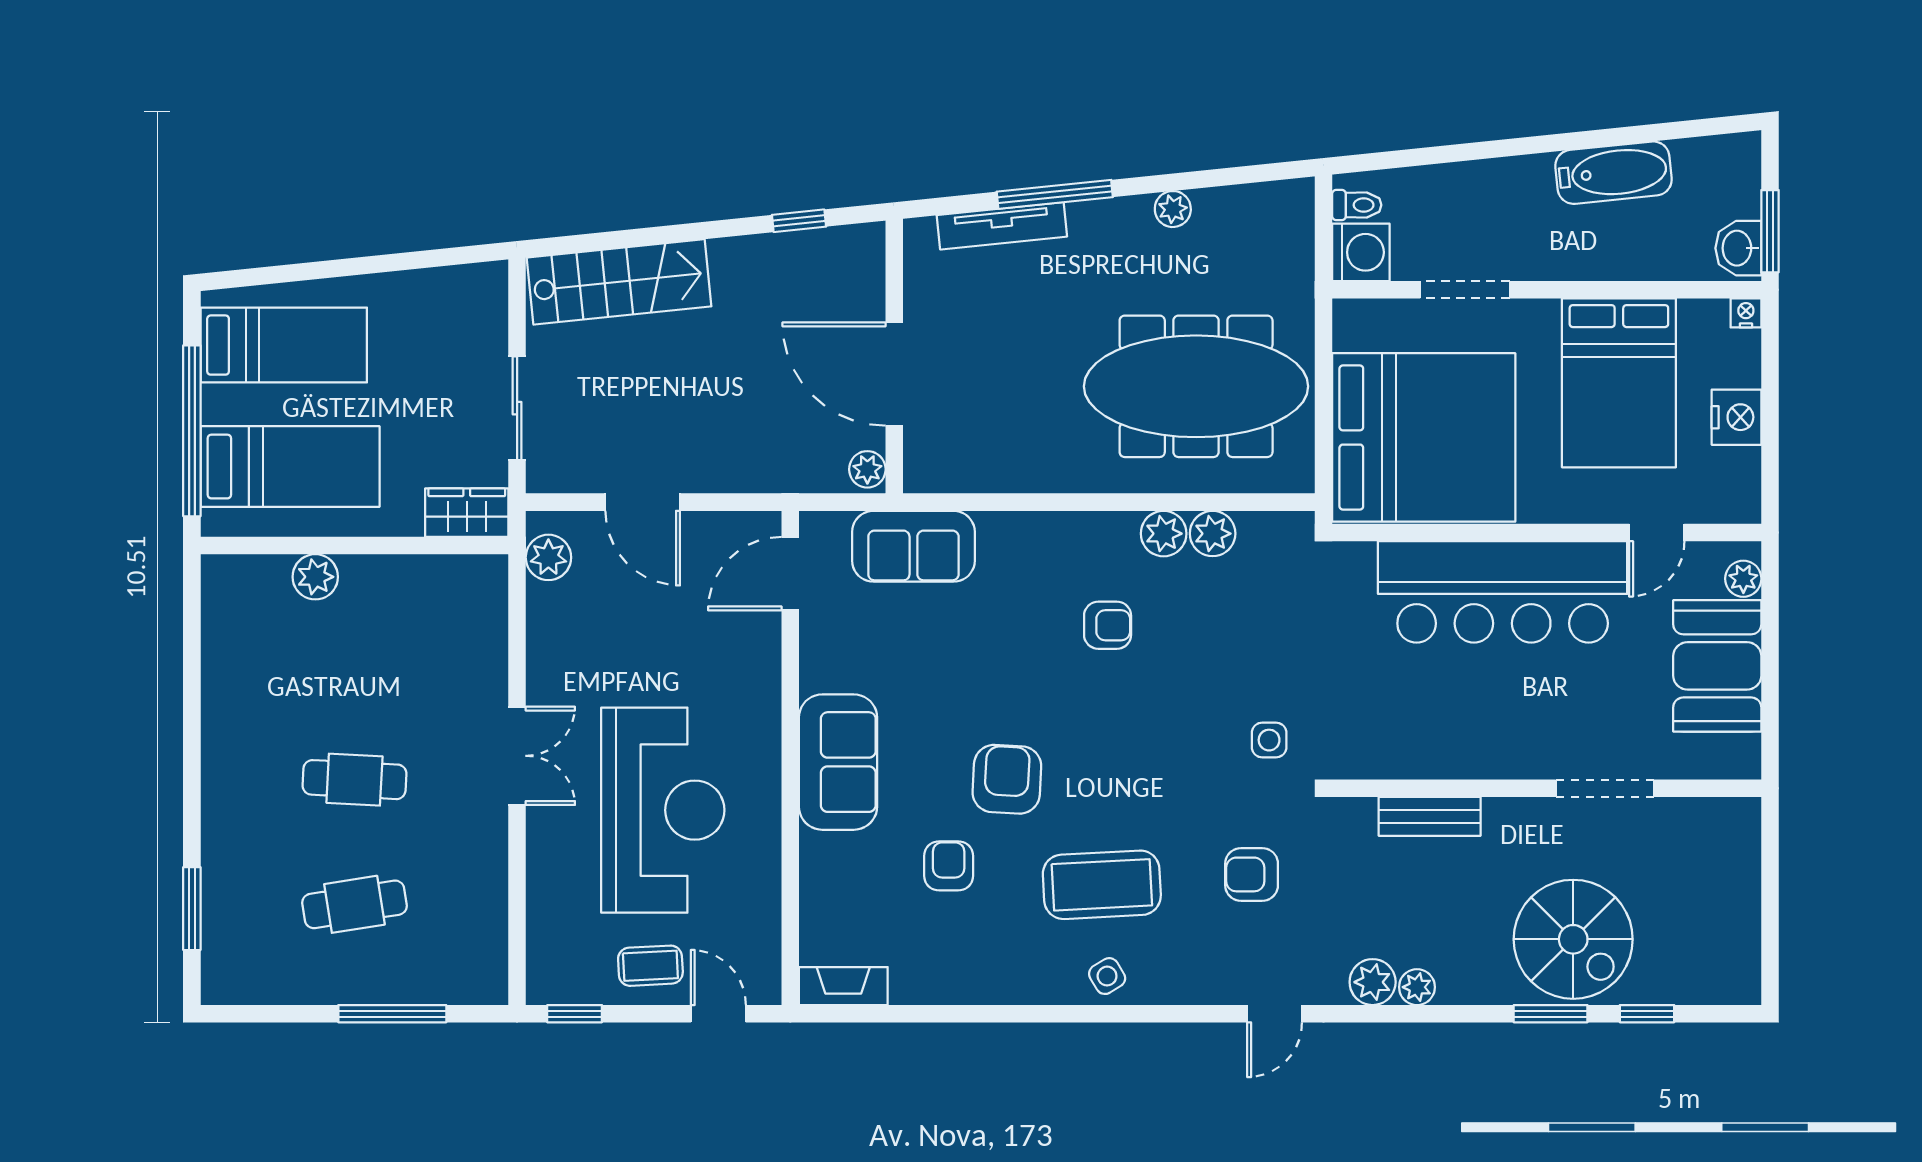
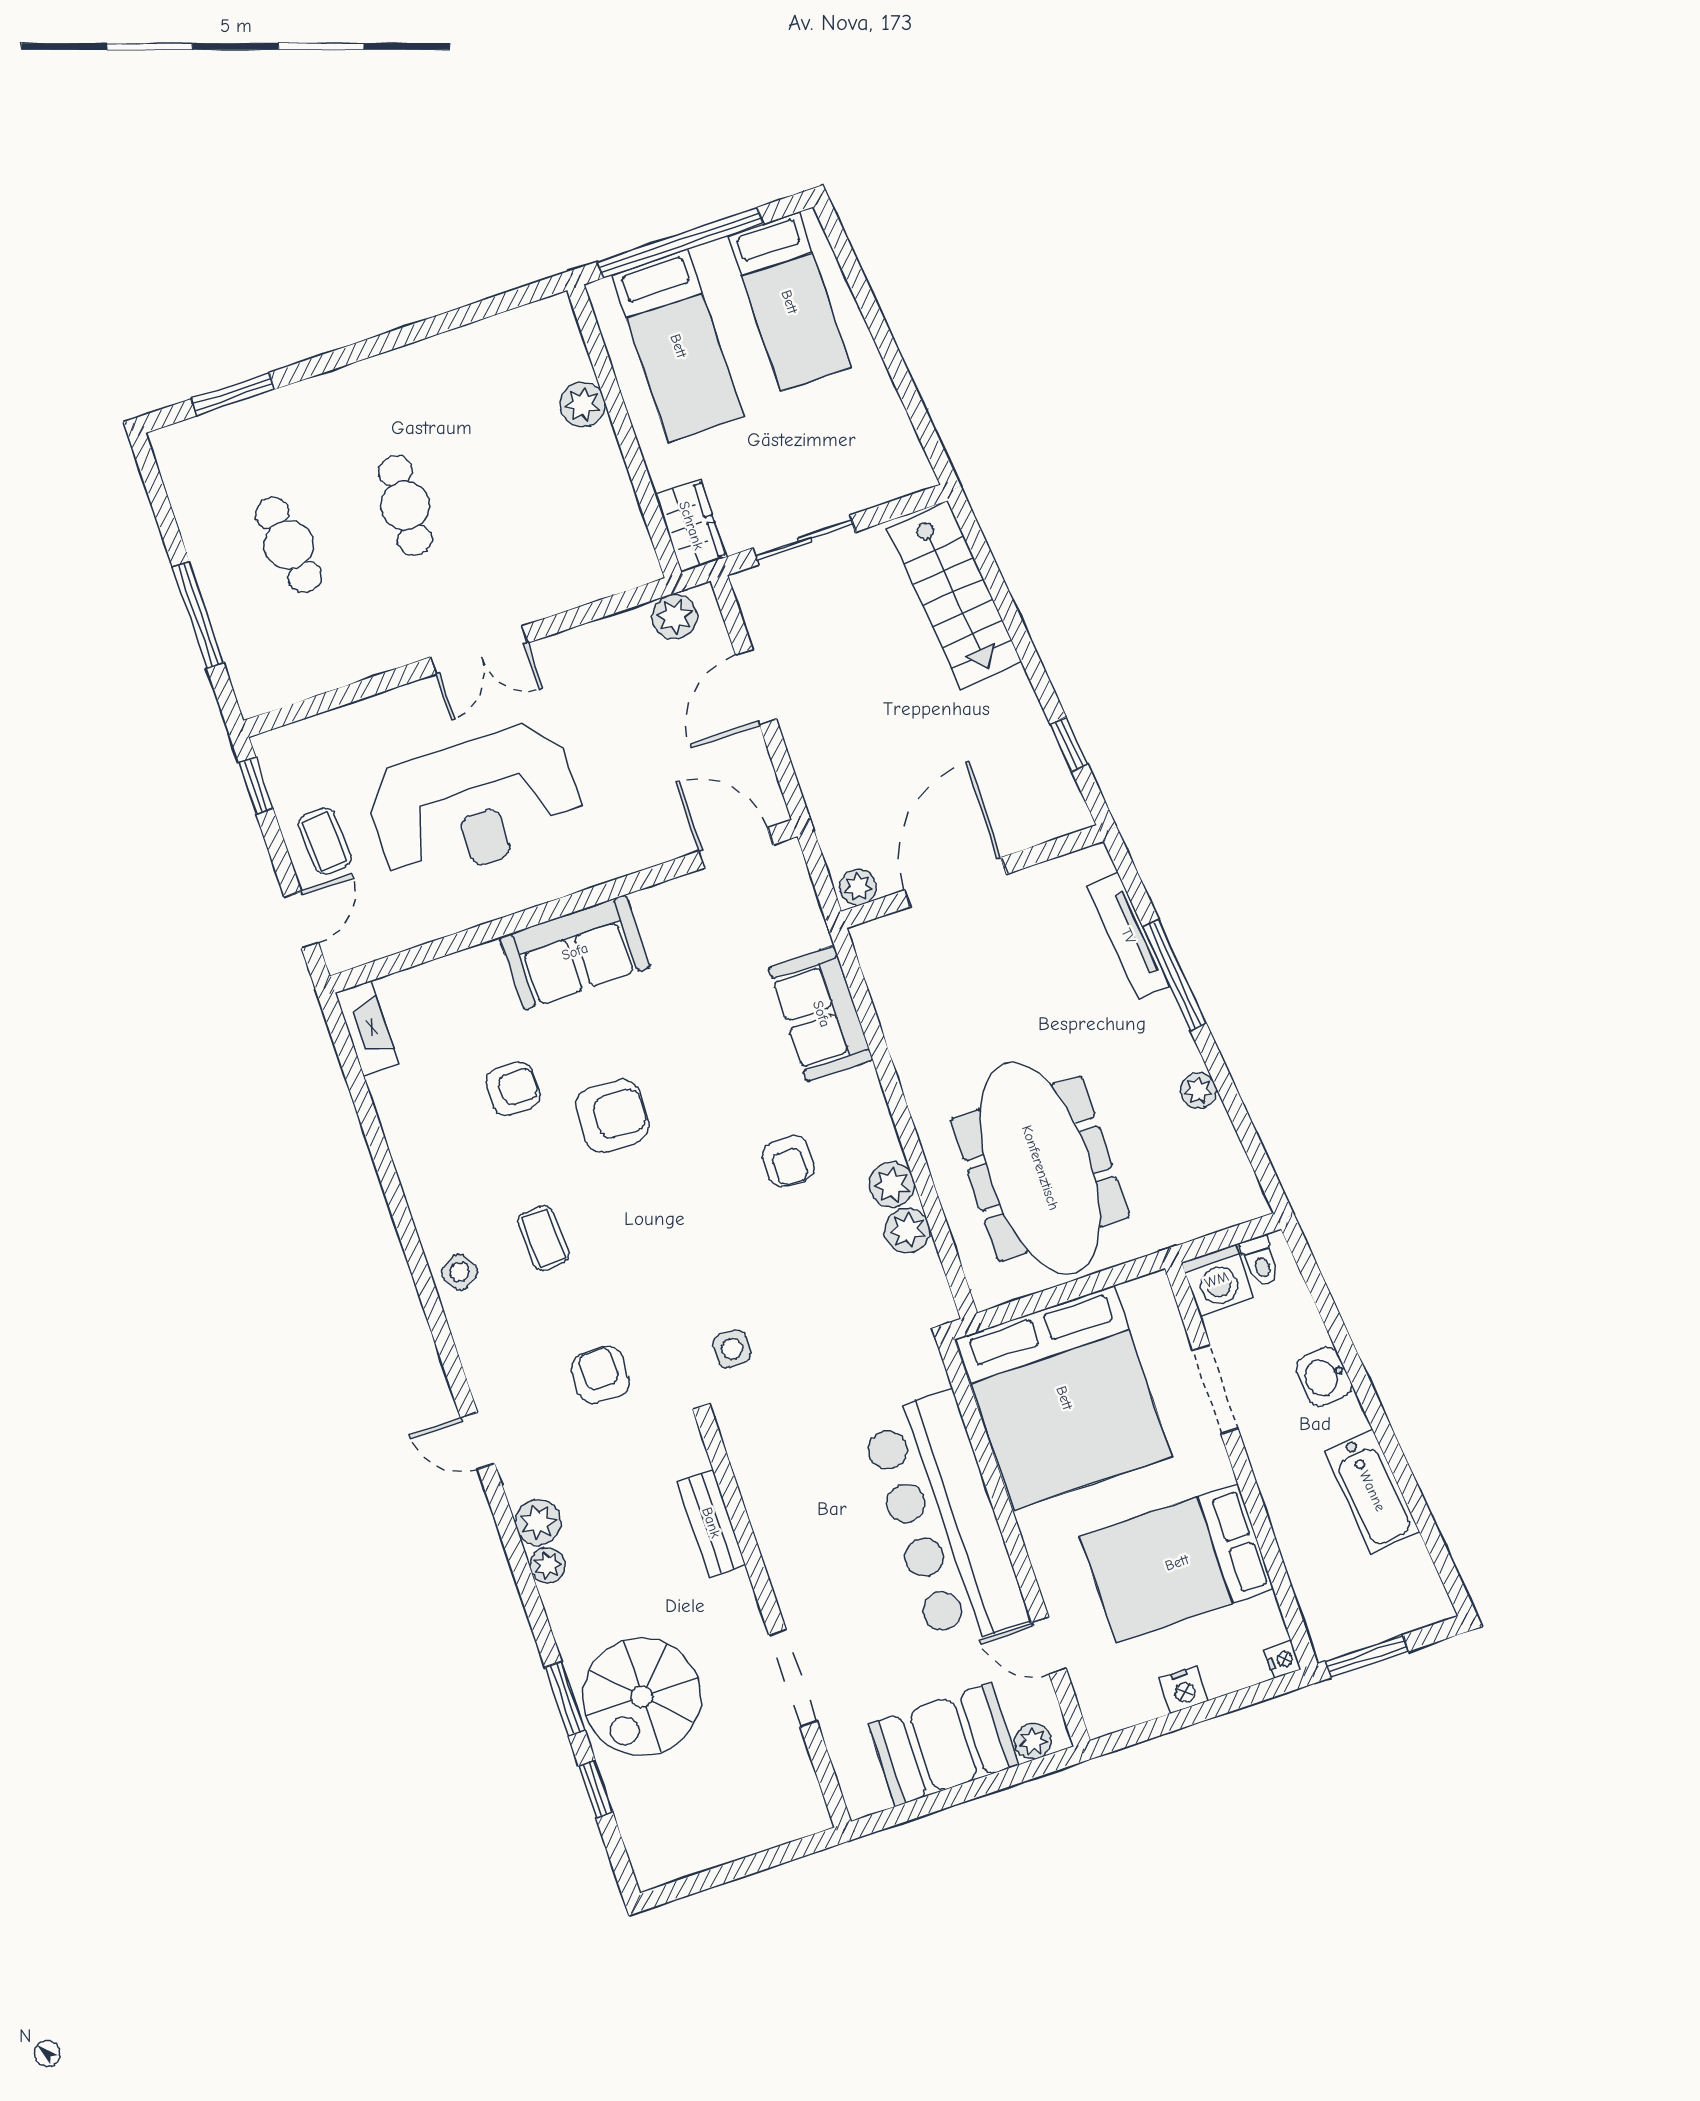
washbasin: (1738, 248) -> (1324, 1377), moved, turned -96
nightstand: (1737, 417) -> (1184, 1690), width x0.74, depth x0.75
sofa: (913, 546) -> (821, 1014), moved
coffee table: (1102, 885) -> (543, 1238), width x0.54, depth x0.58

